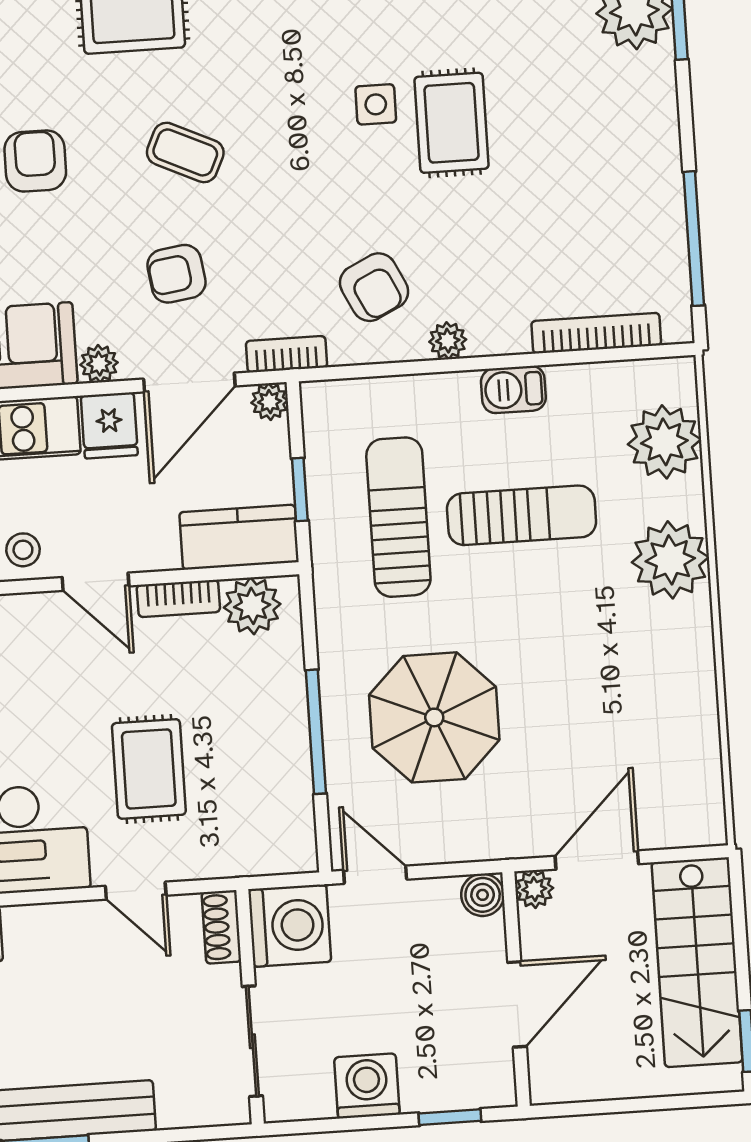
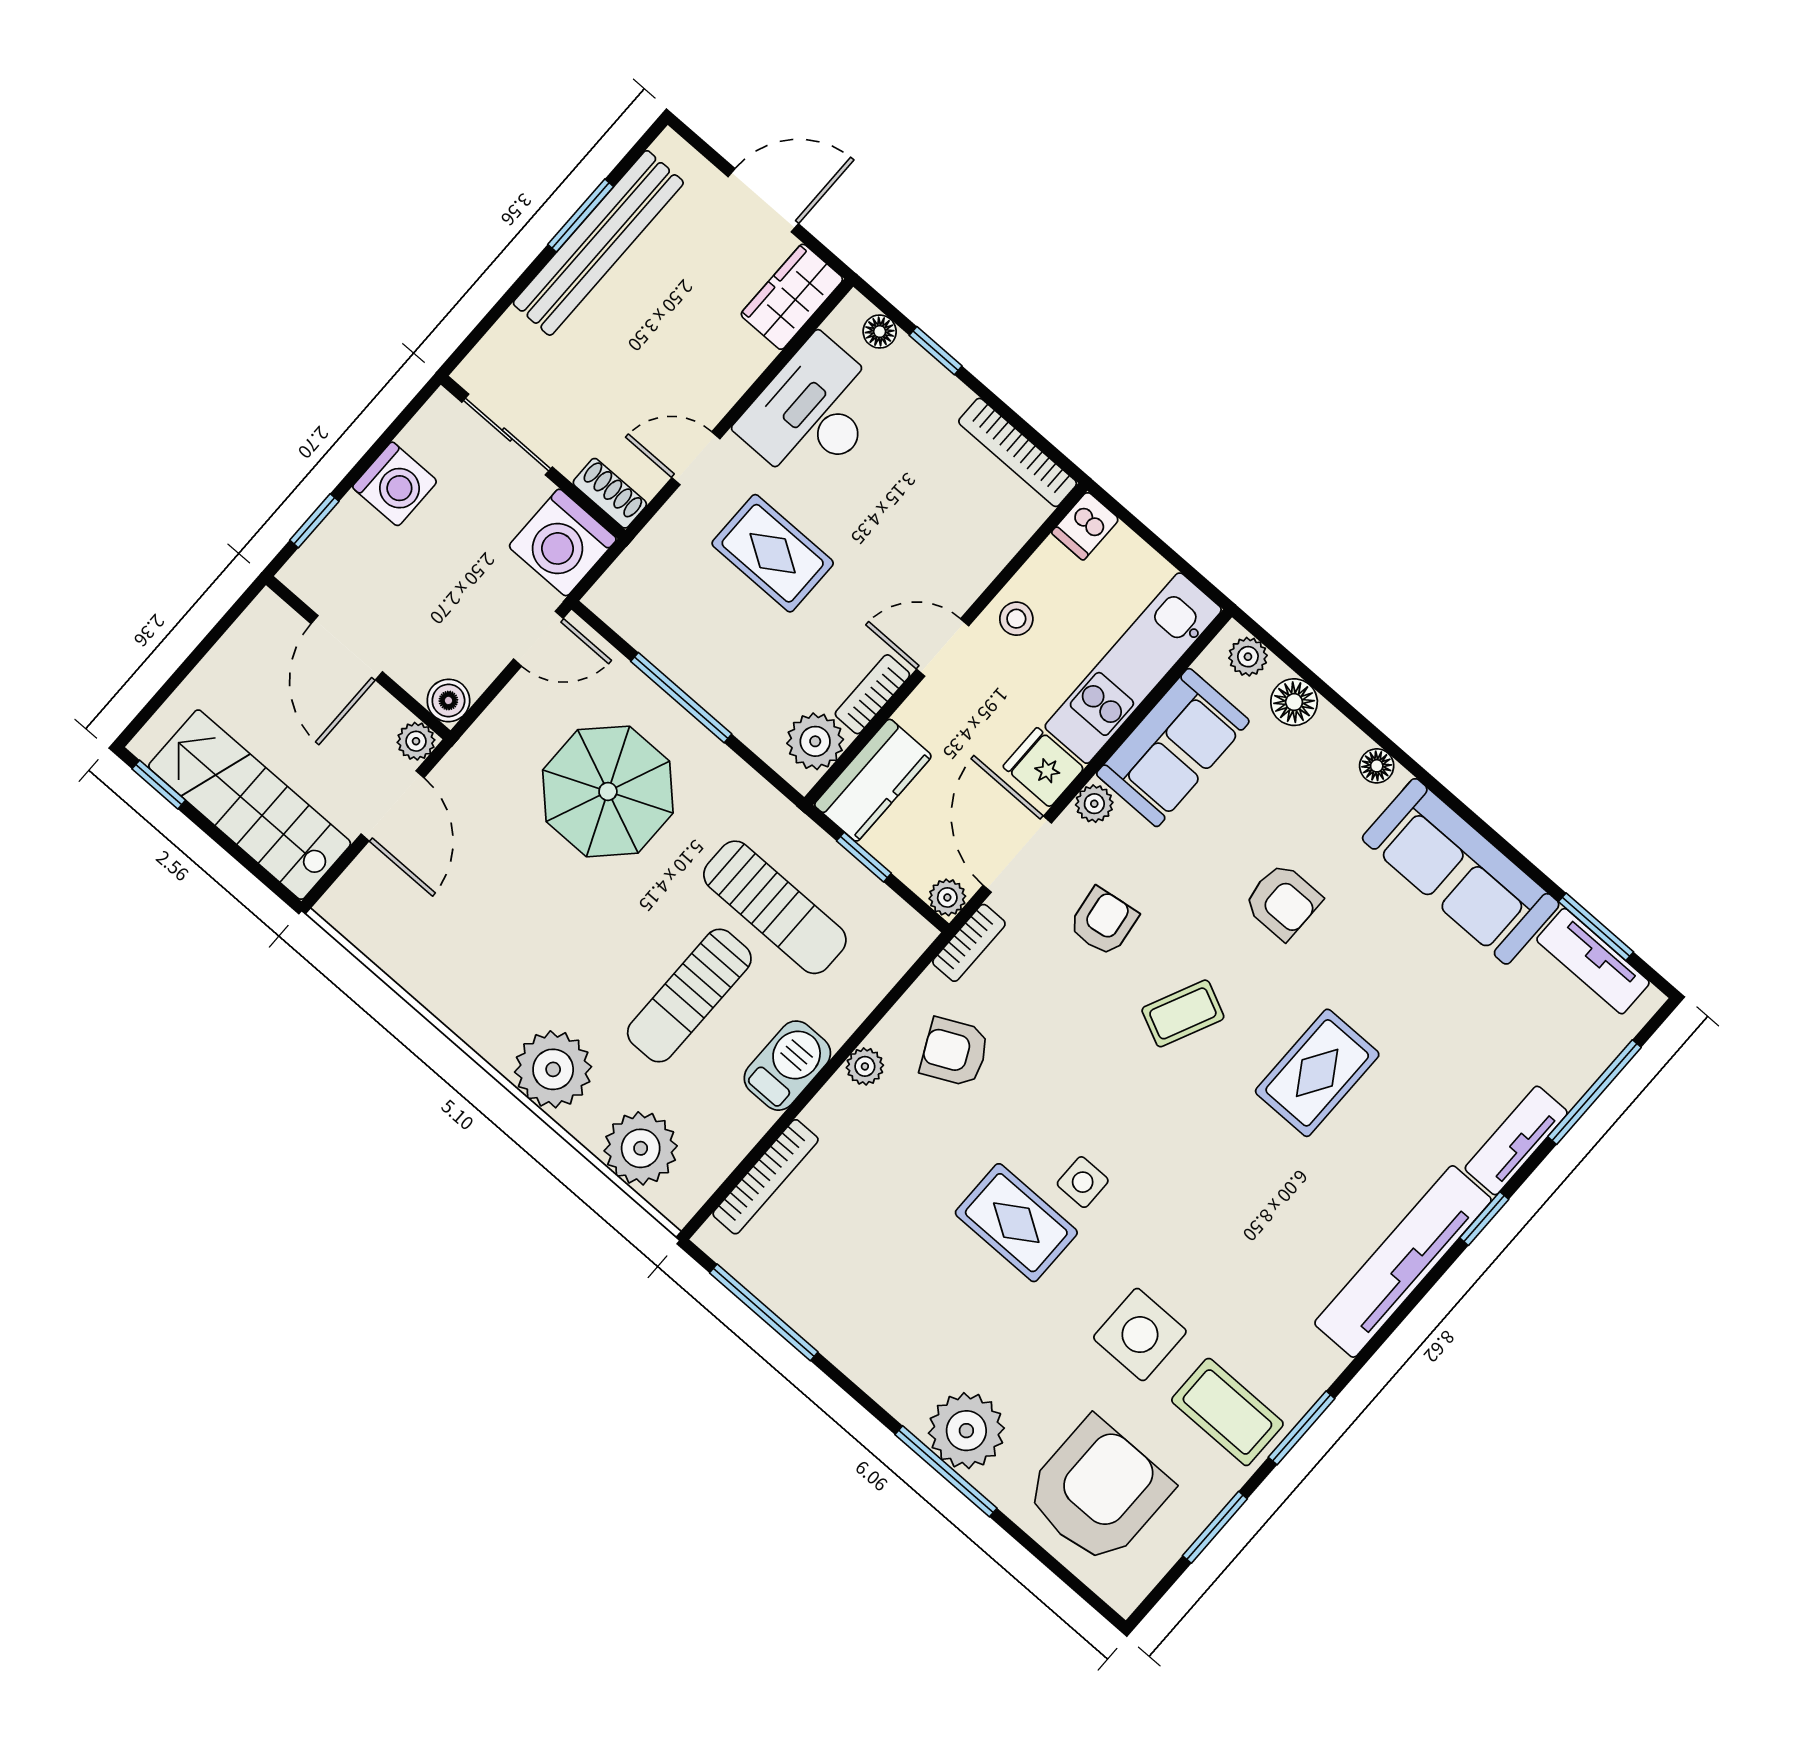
barbecue: (513, 390) -> (787, 1066), width x1.38, depth x1.27

